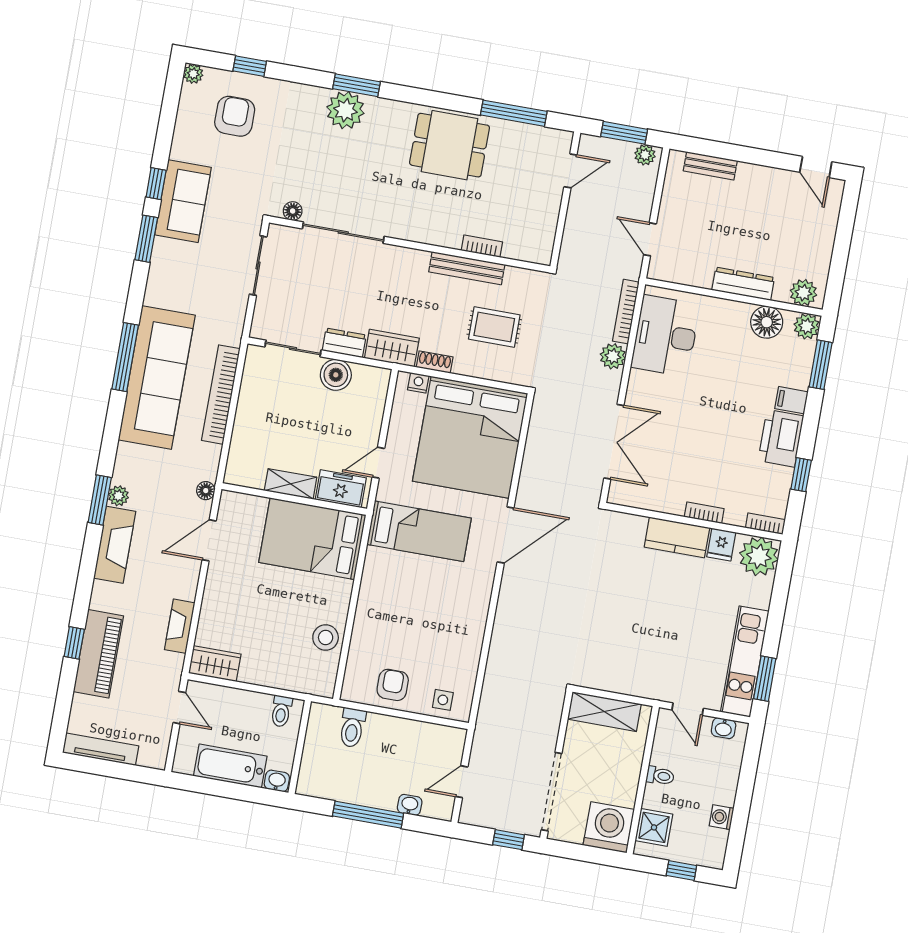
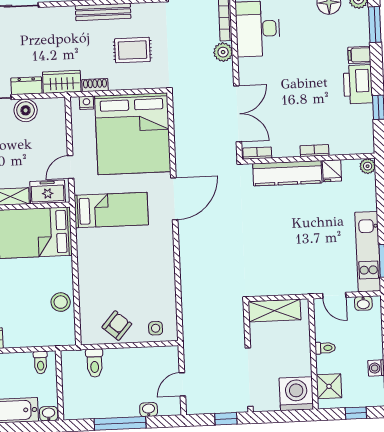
bookcase: (765, 524) -> (257, 153), moved
kitchen counter: (677, 537) -> (287, 173), width x1.50
plant: (759, 556) -> (368, 166), width x0.53, depth x0.53
armchair: (393, 685) -> (117, 326), turned 41

